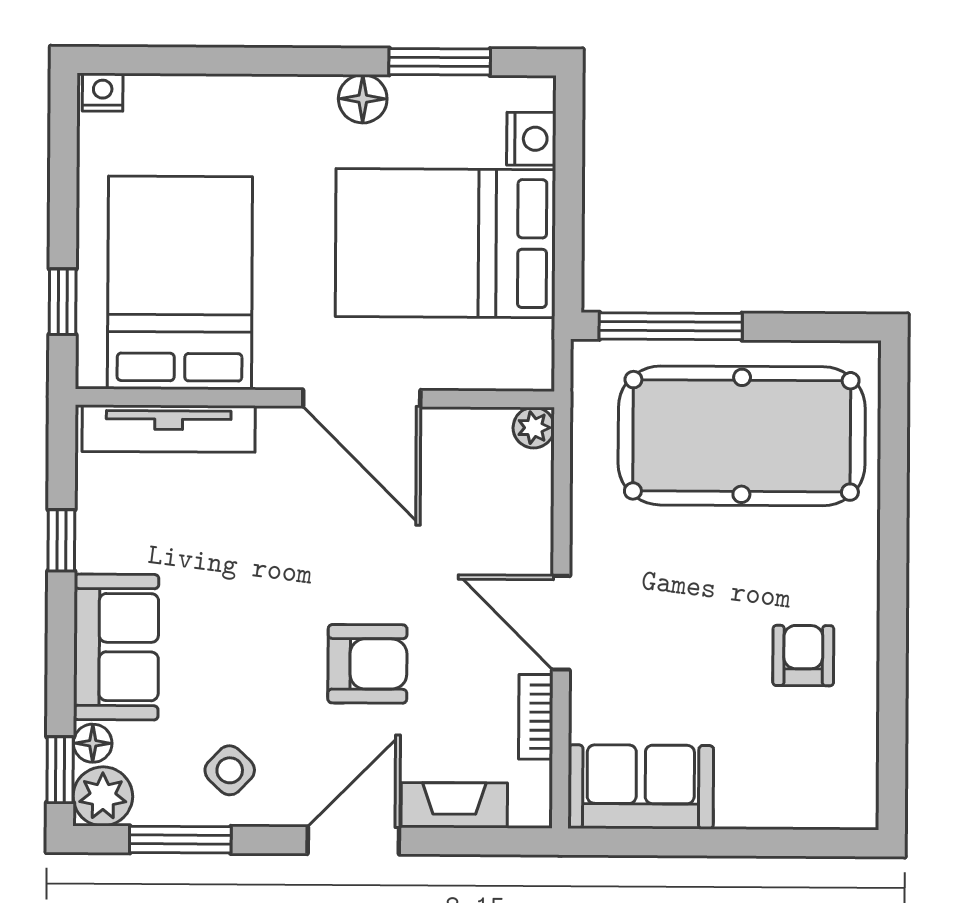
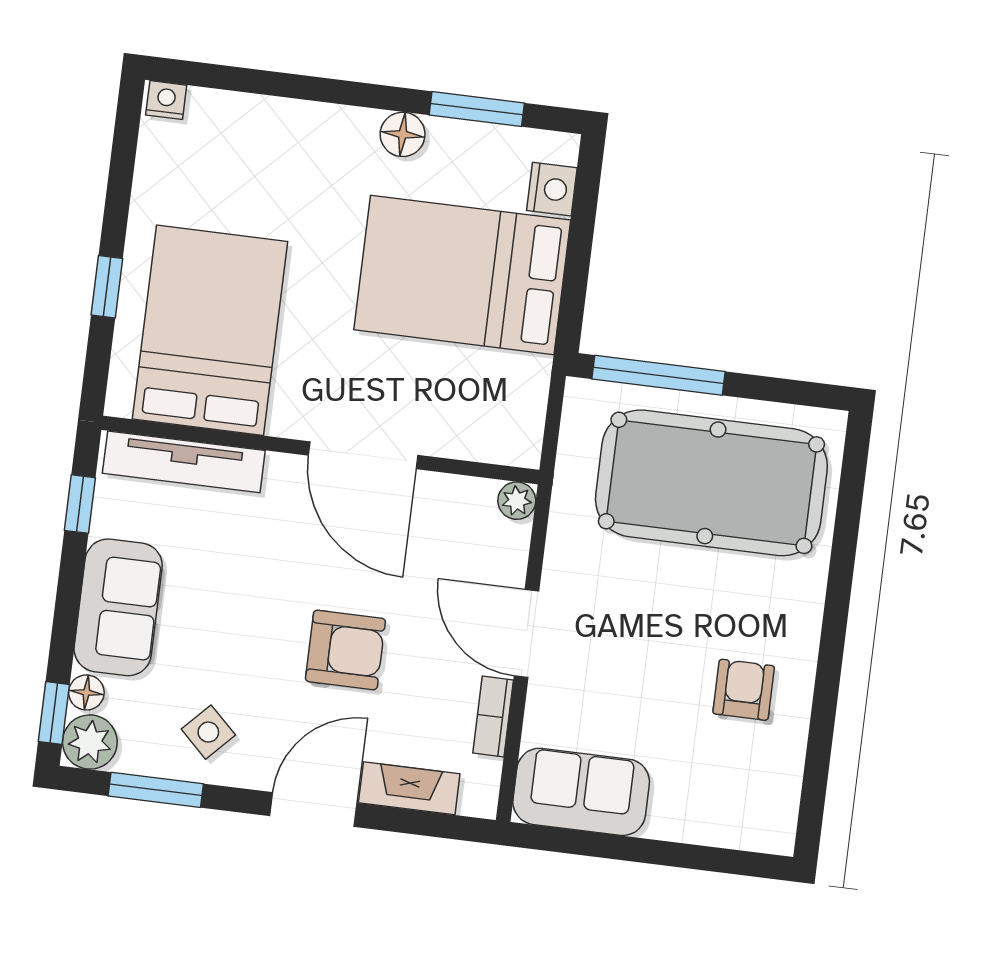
bed: (180, 283) -> (210, 330), moved
wall: (315, 398) -> (320, 450), moved
door: (362, 398) -> (363, 455), moved
plant: (534, 428) -> (517, 501), moved
tv unit: (169, 429) -> (184, 462), moved

